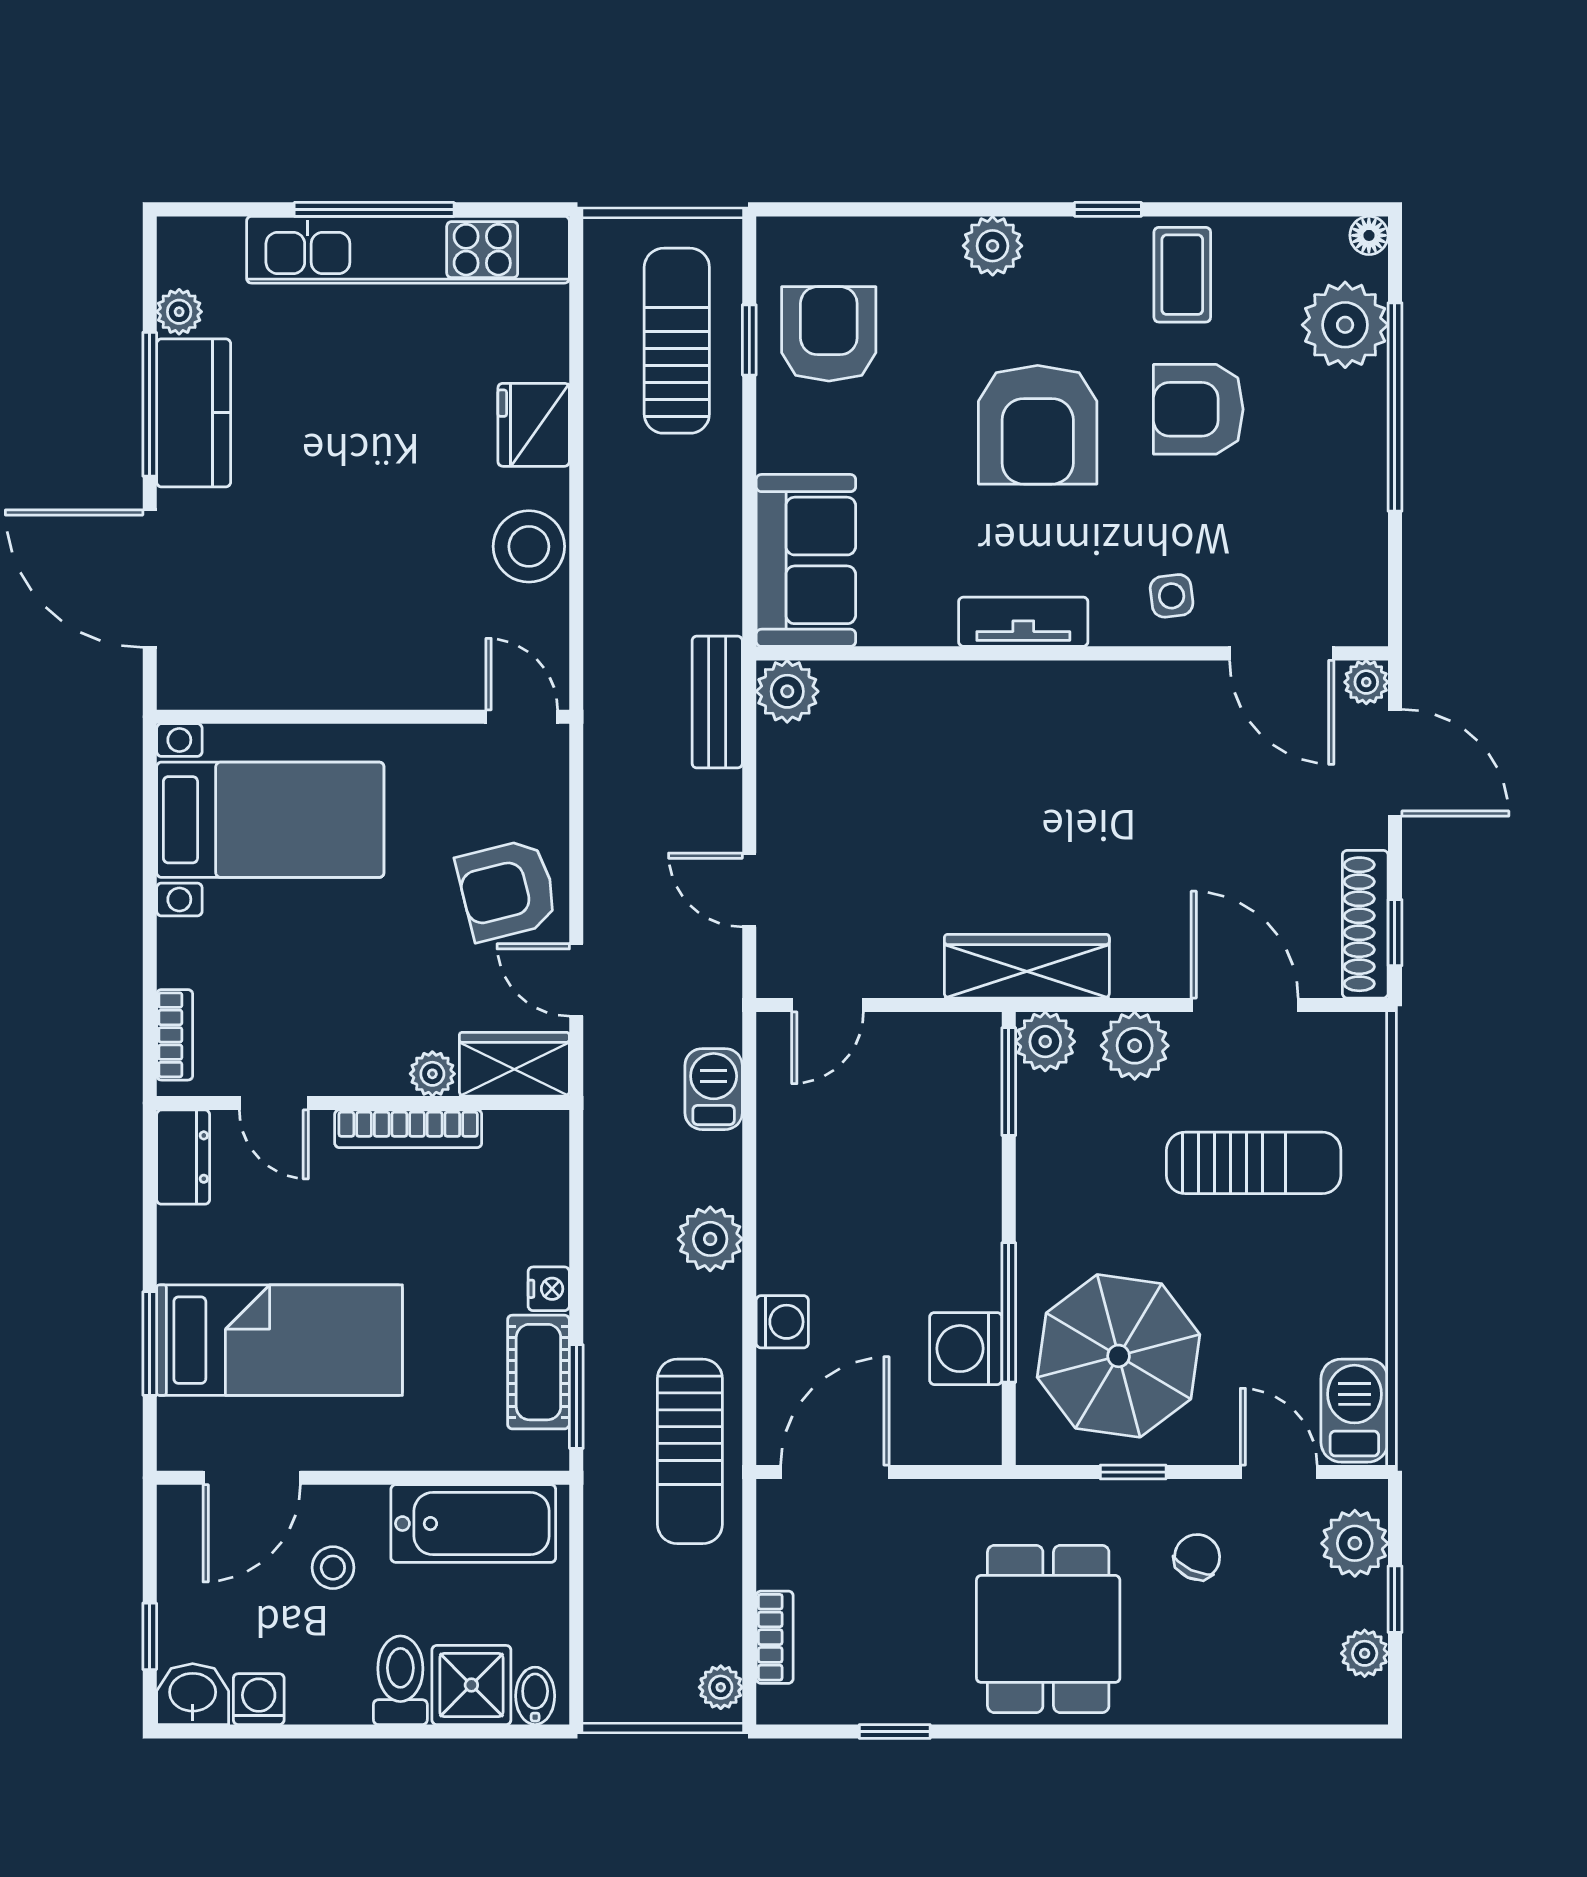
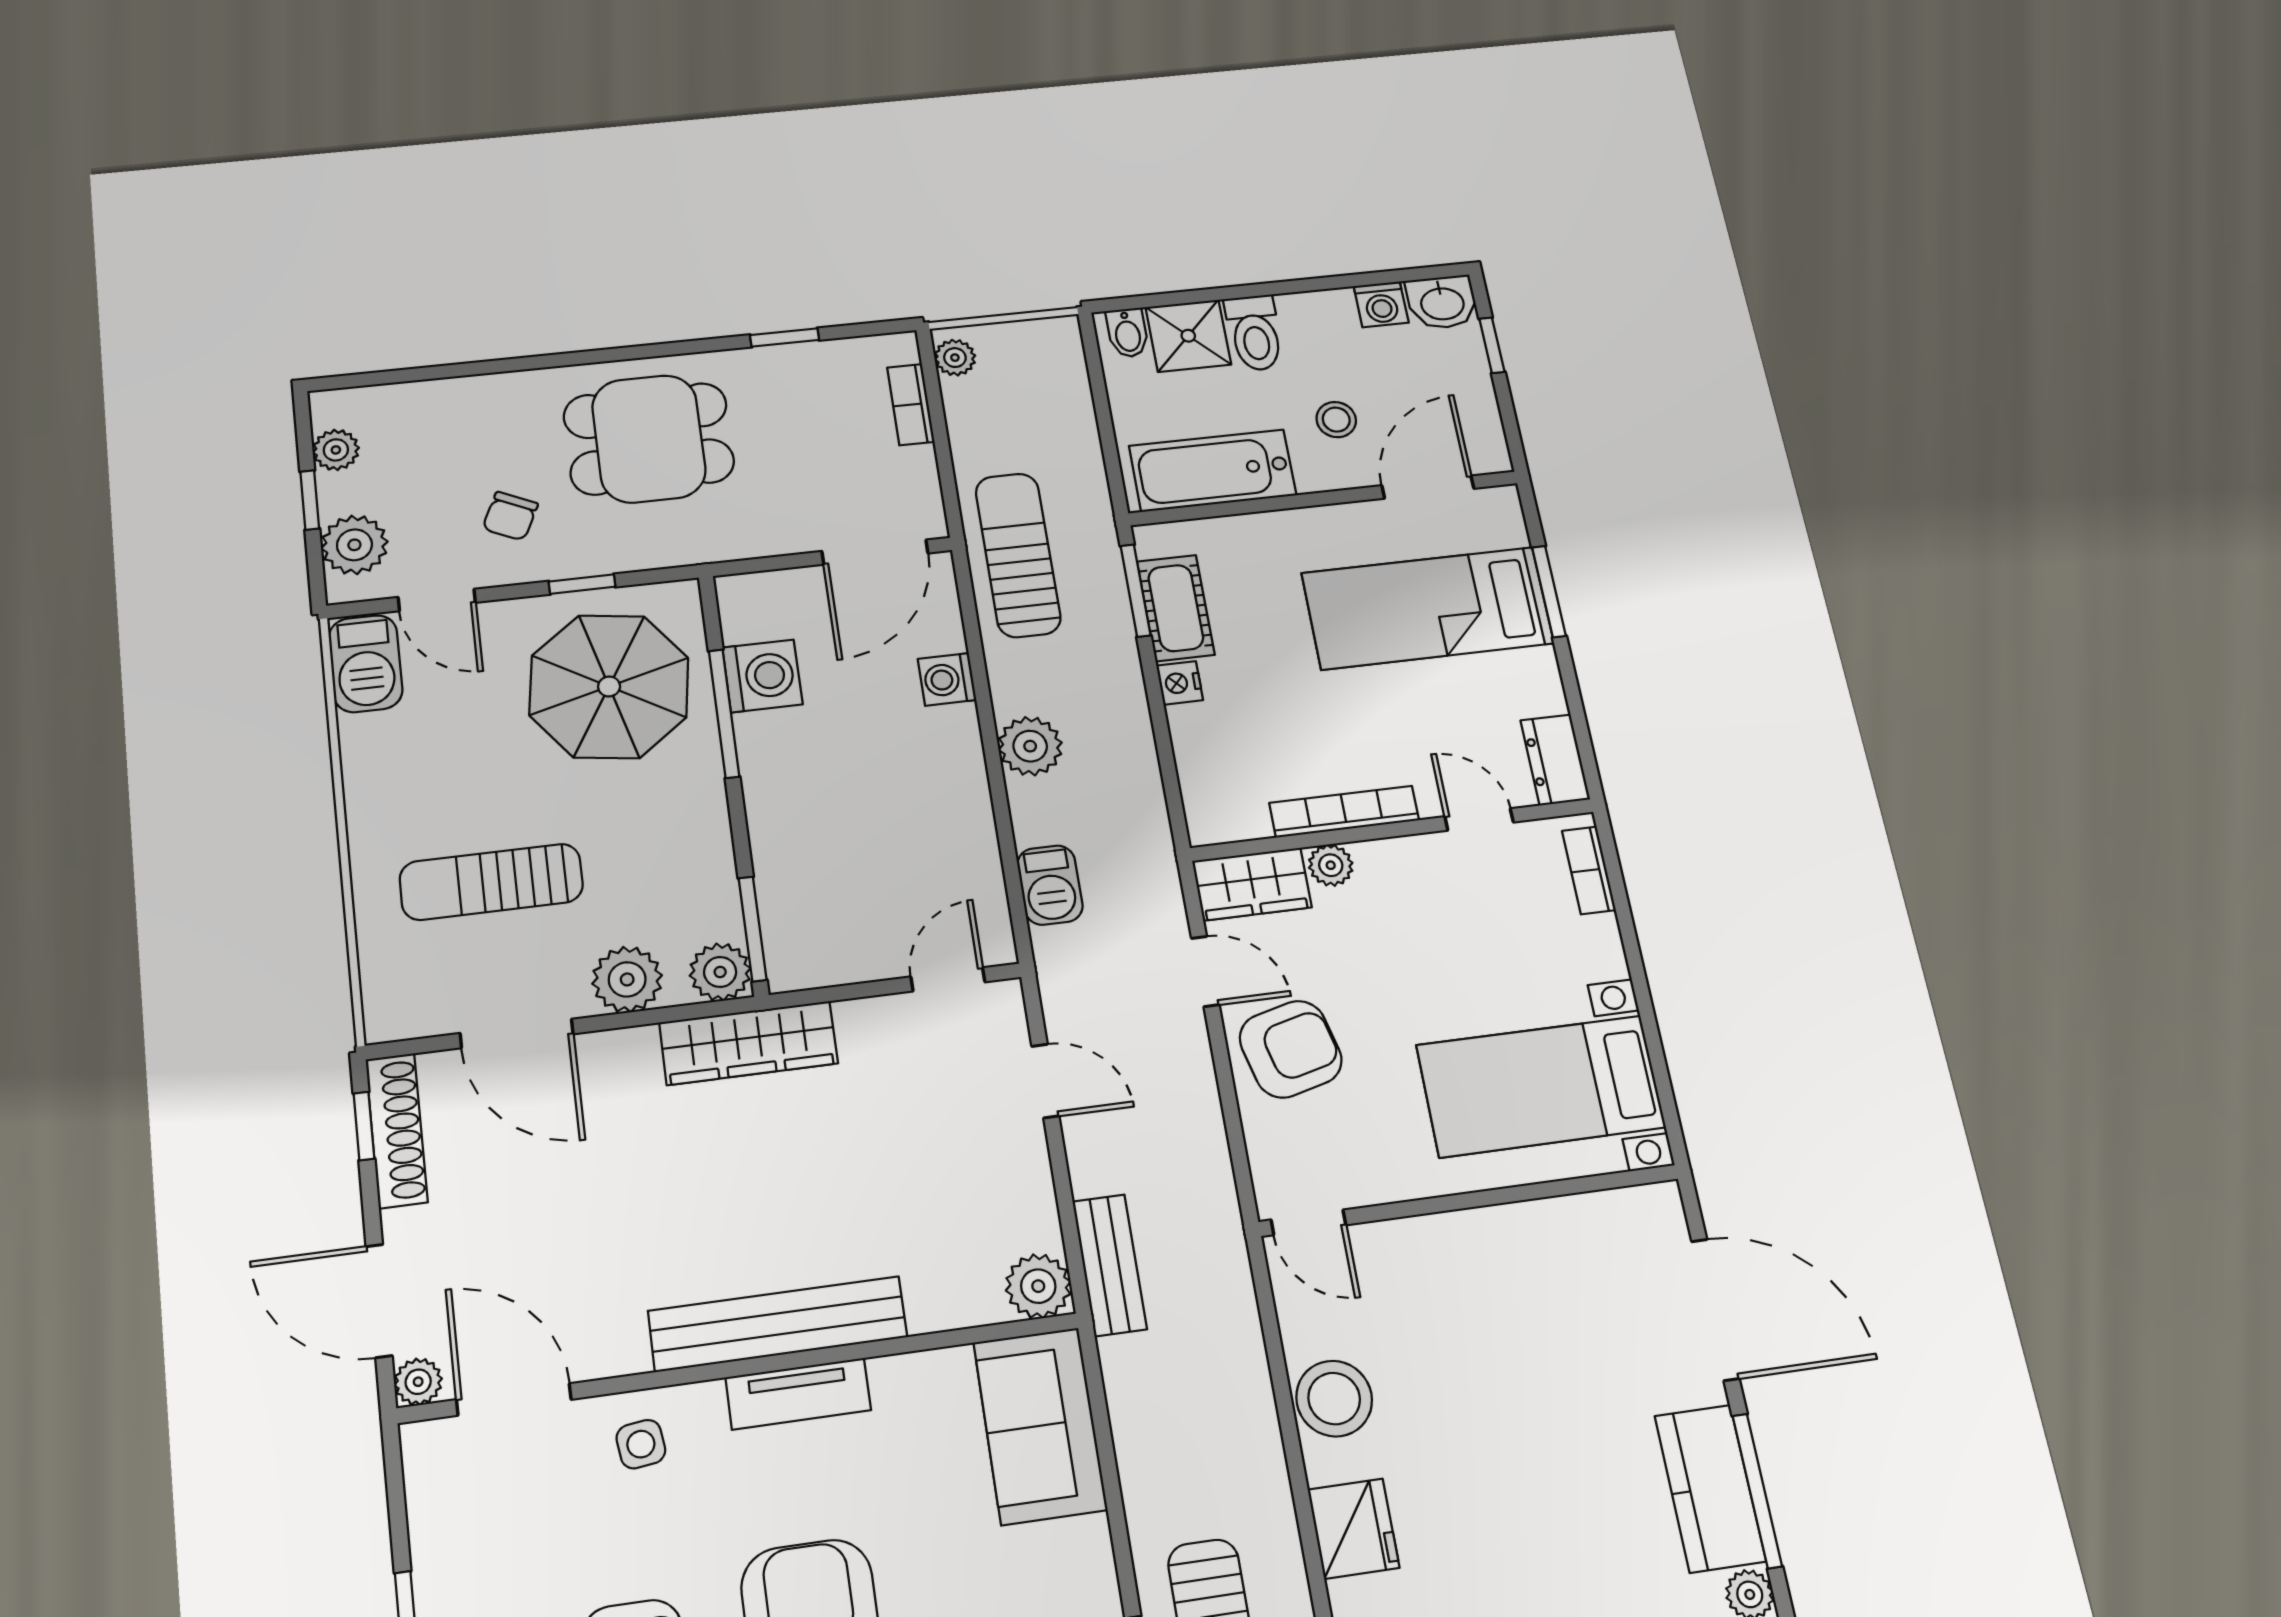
bench: (1034, 690) -> (778, 1324), added
dining table: (1048, 1629) -> (649, 439), turned 90

